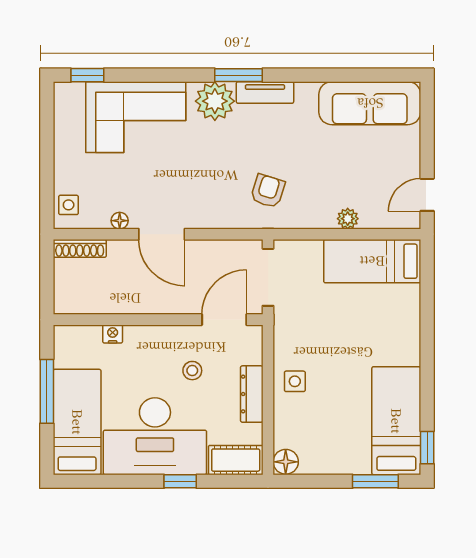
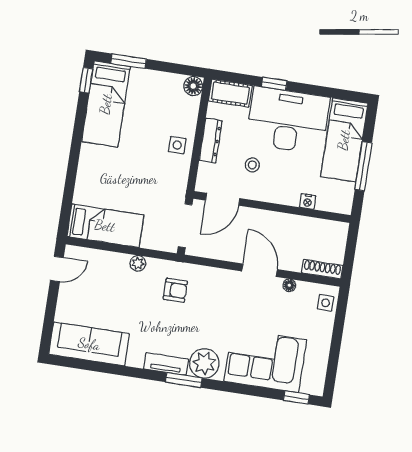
armchair: (268, 191) -> (175, 290), turned -107
plant: (348, 219) -> (138, 263), moved

